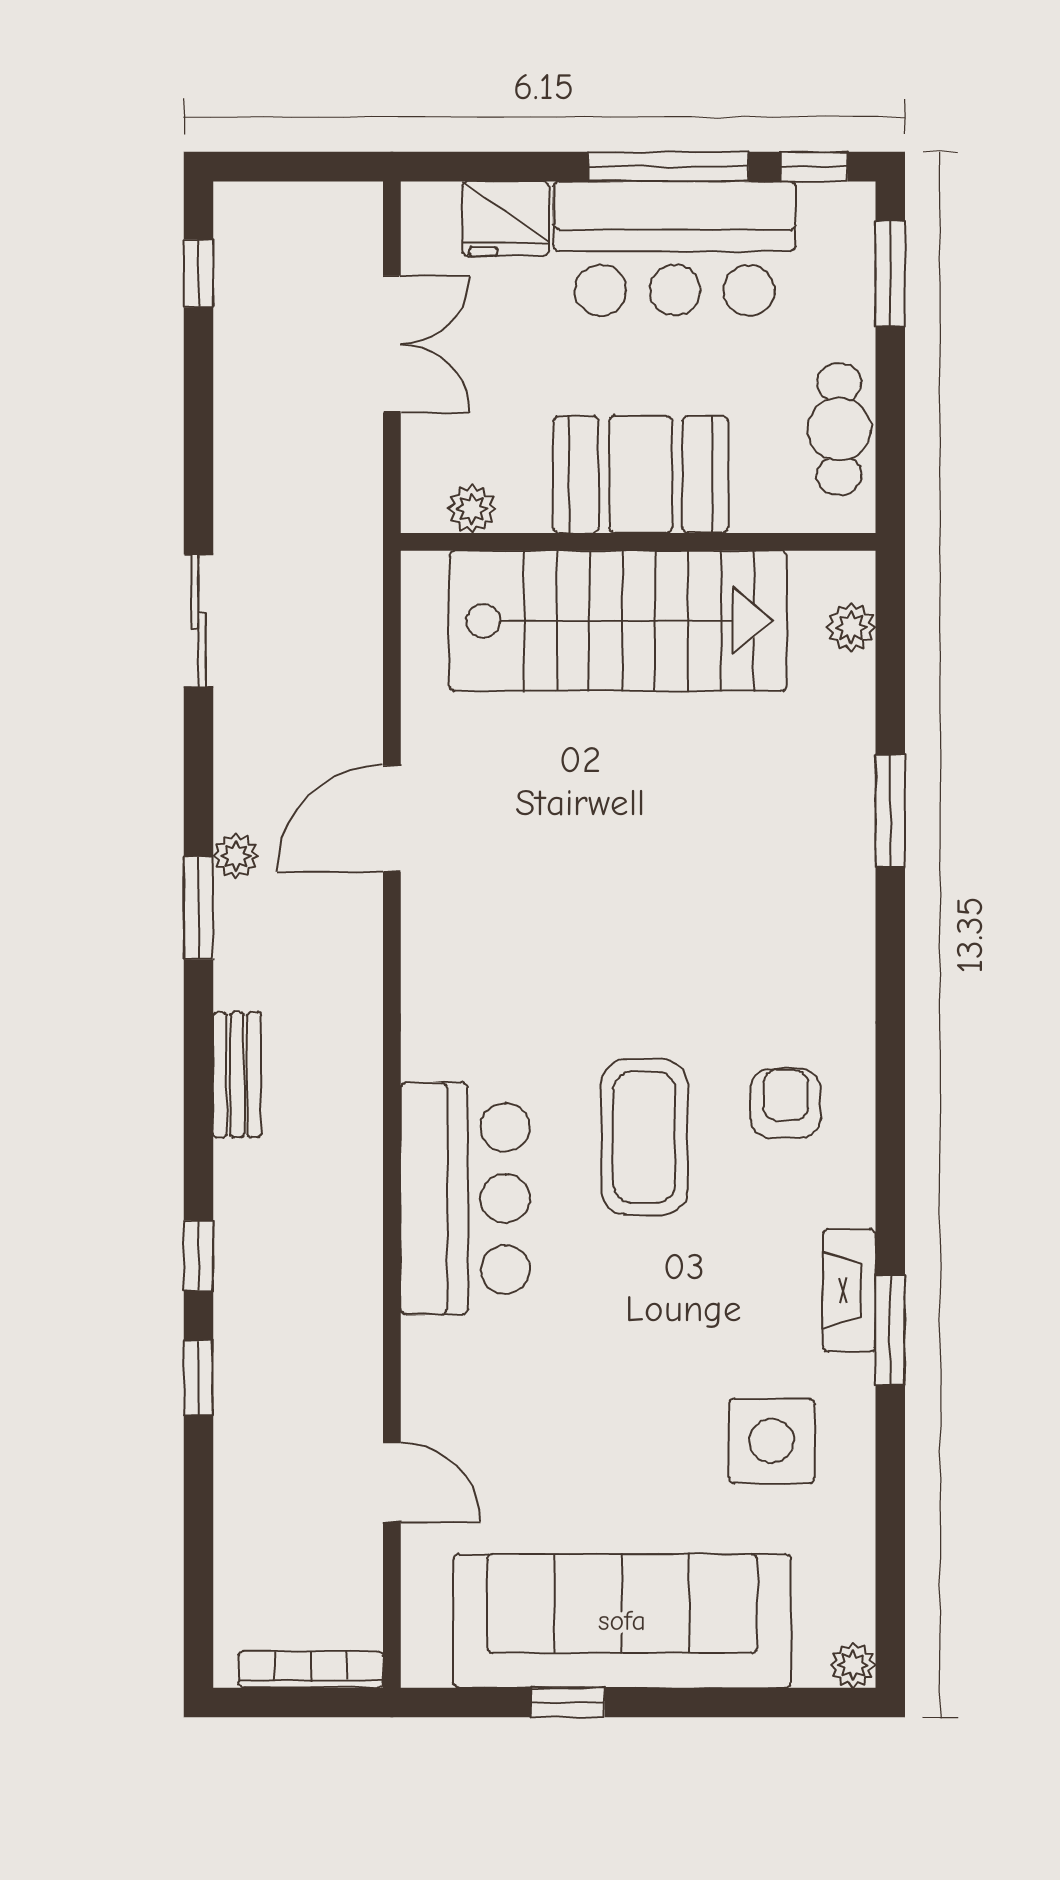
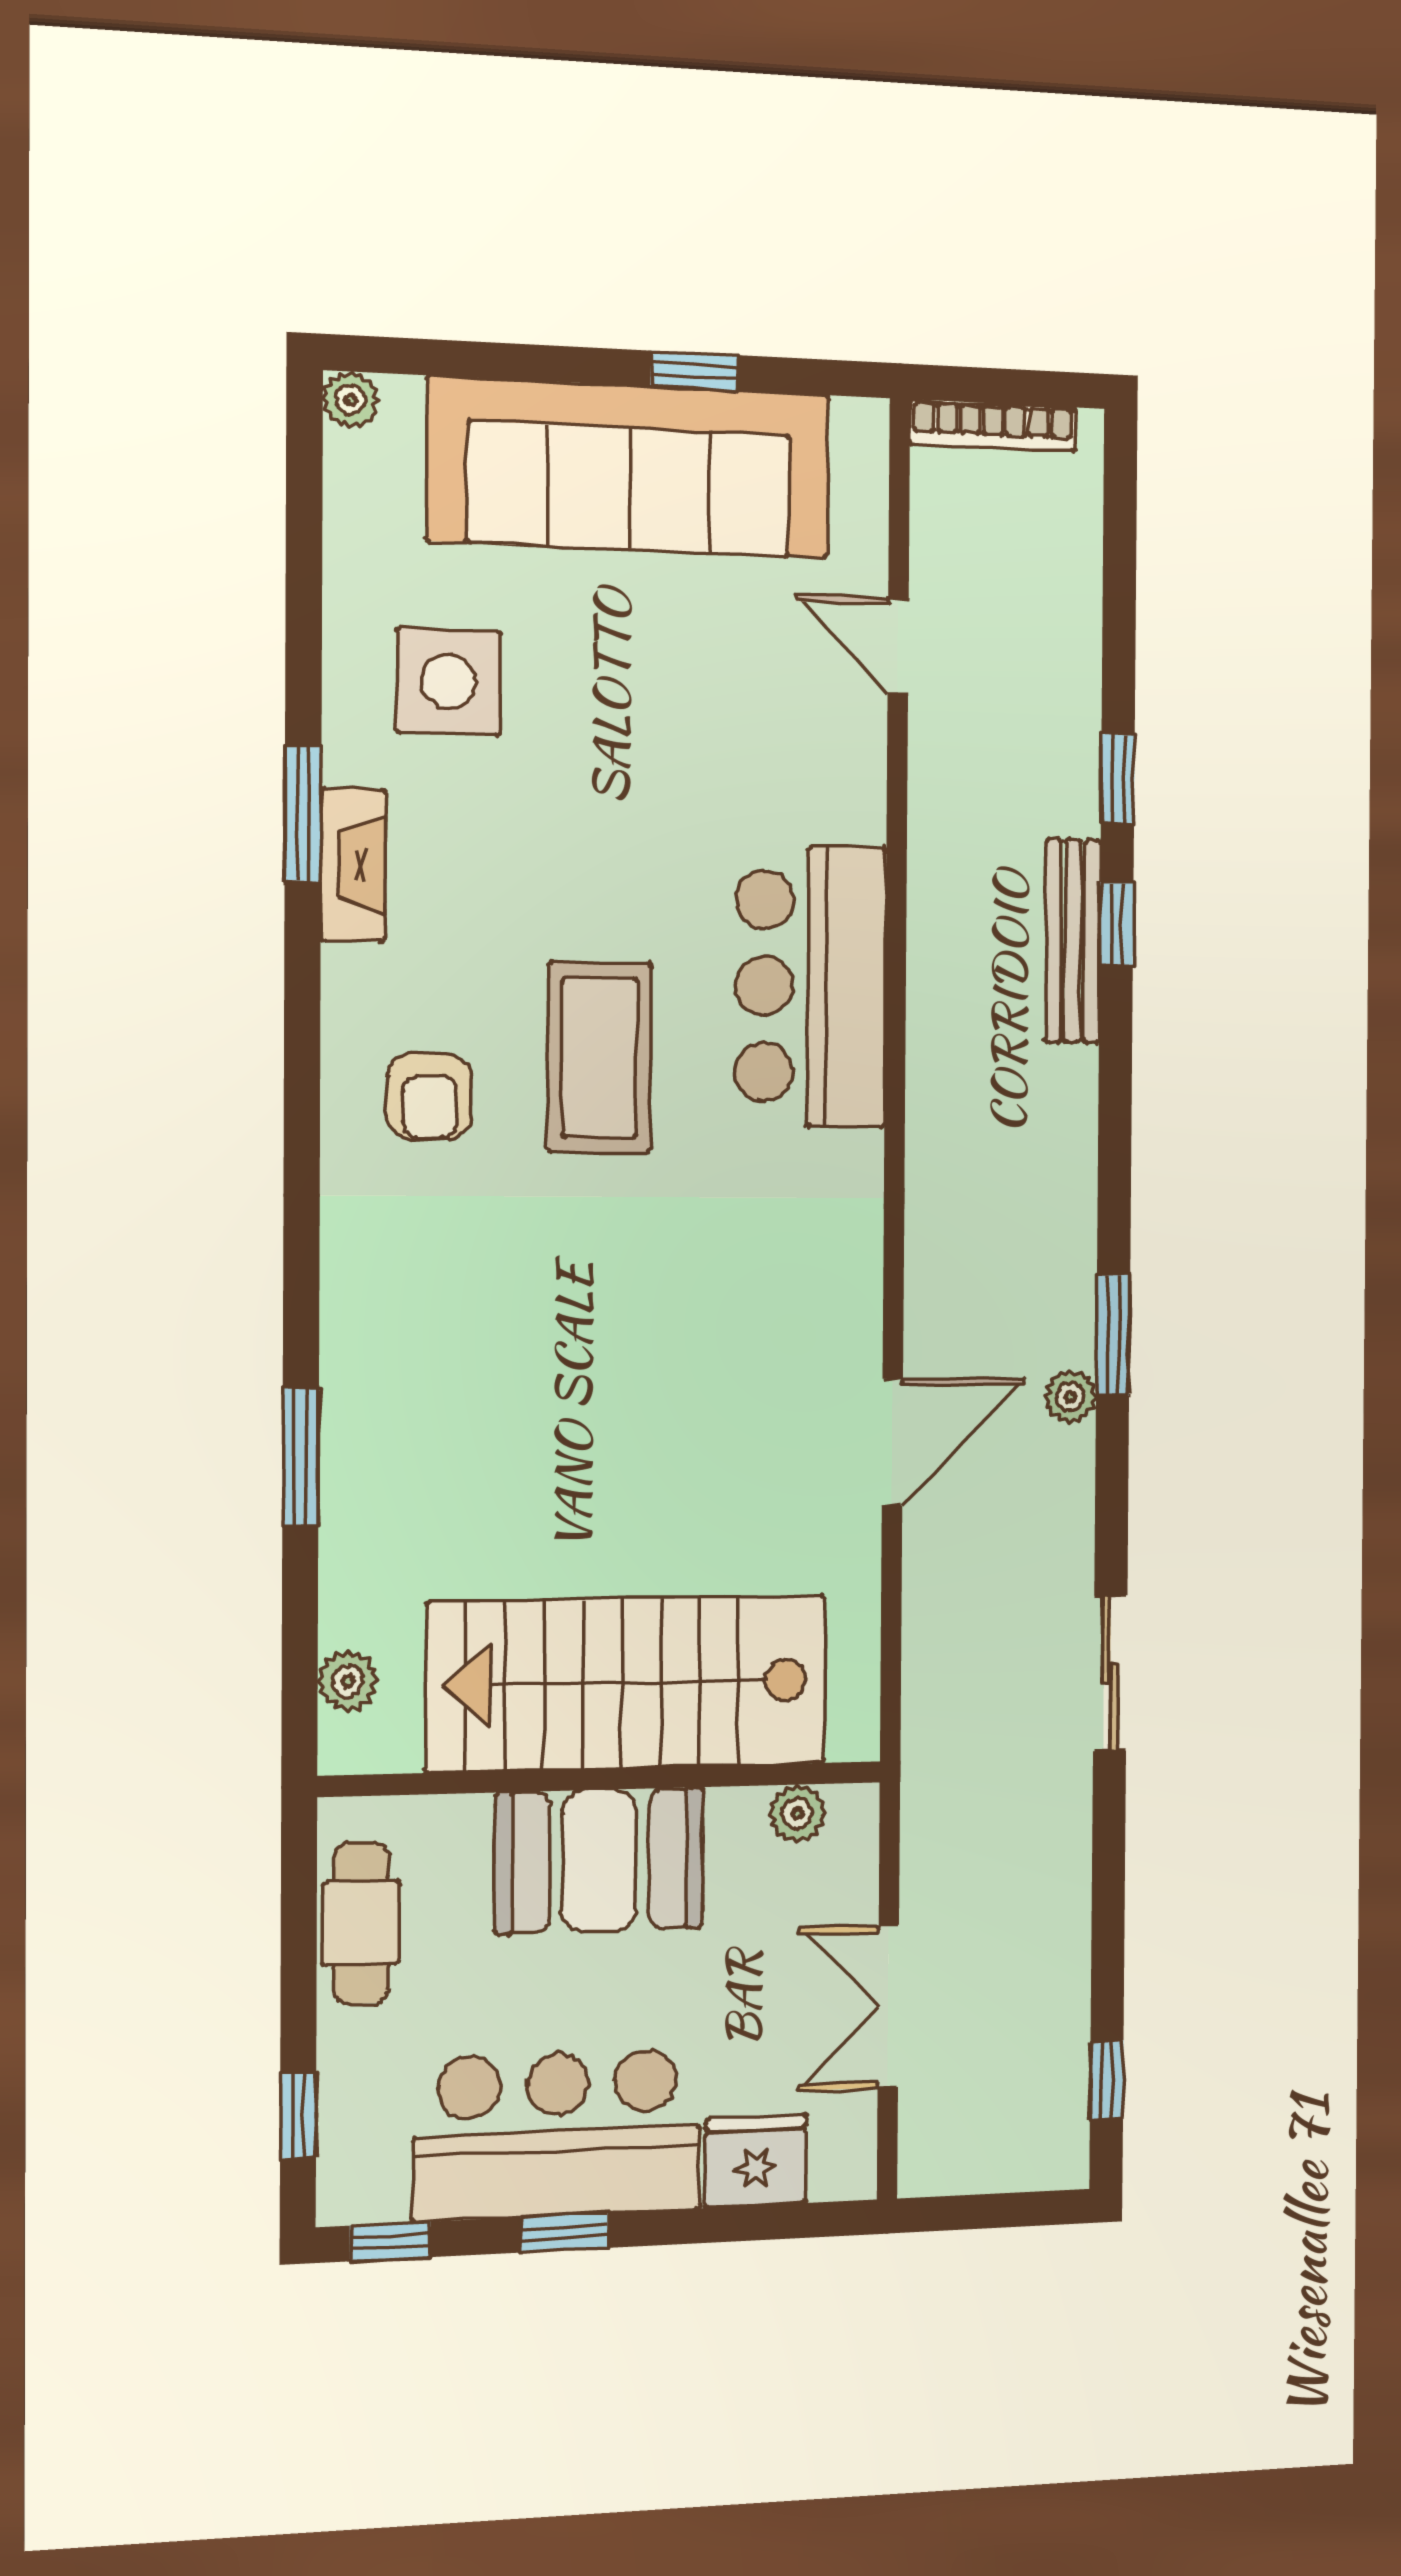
window: (668, 167) -> (565, 2233), width x0.46
window: (890, 274) -> (298, 2115), width x0.67
bench: (237, 1075) -> (1073, 941), moved, width x1.36

